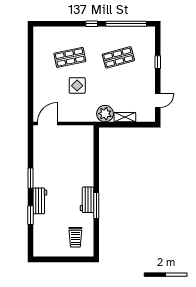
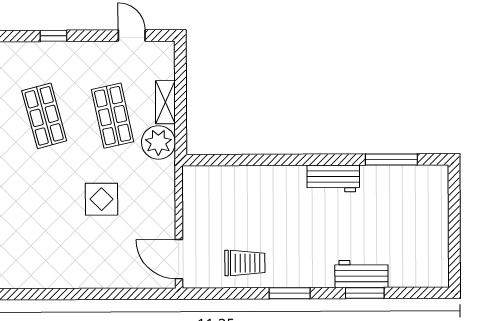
shop shelf: (70, 57) -> (113, 116), moved
workbench: (40, 201) -> (361, 274), moved
window: (96, 205) -> (391, 159), moved
trolley: (75, 237) -> (245, 263), moved

